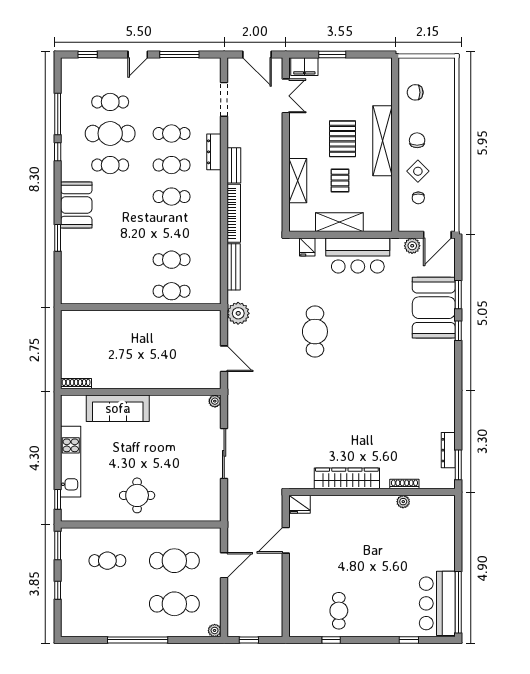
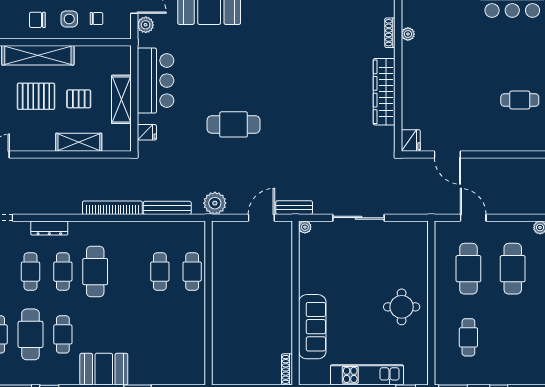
bench: (234, 165) -> (294, 208), moved
side table: (418, 171) -> (69, 19), turned 45
cafe table: (172, 197) -> (95, 272), width x1.37, depth x1.35

